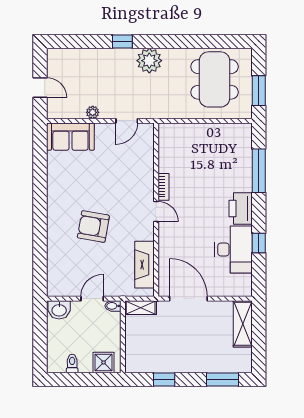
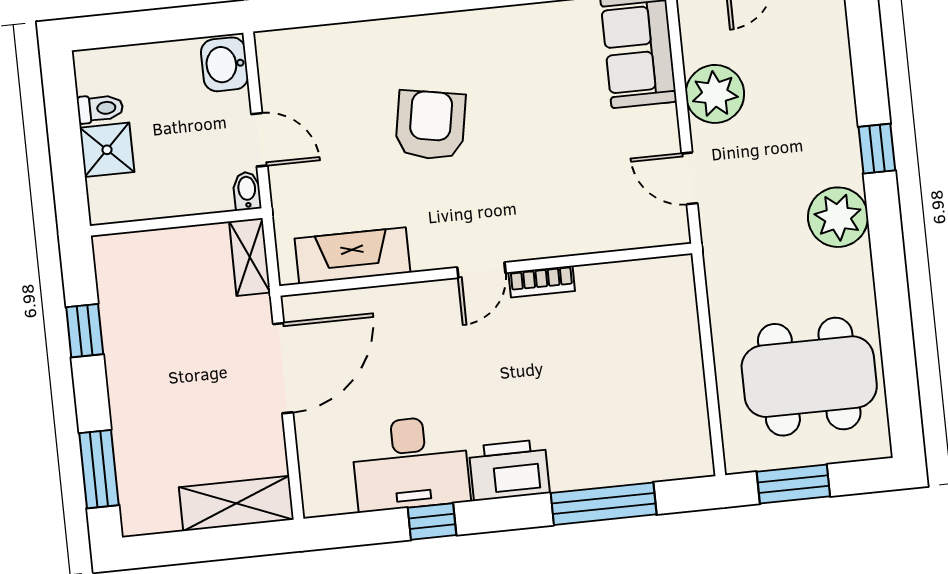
plant: (93, 112) -> (715, 94), width x1.87, depth x1.87
shower: (104, 362) -> (107, 150), moved

